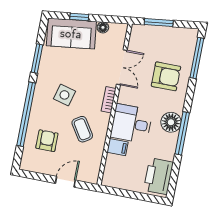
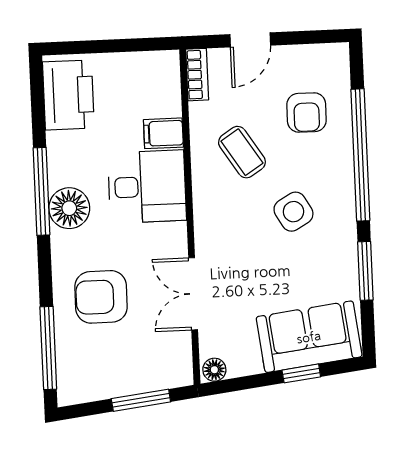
floor lamp: (103, 27) -> (214, 370), moved
side table: (64, 95) -> (293, 212), turned 45
bookcase: (109, 100) -> (197, 75), moved

